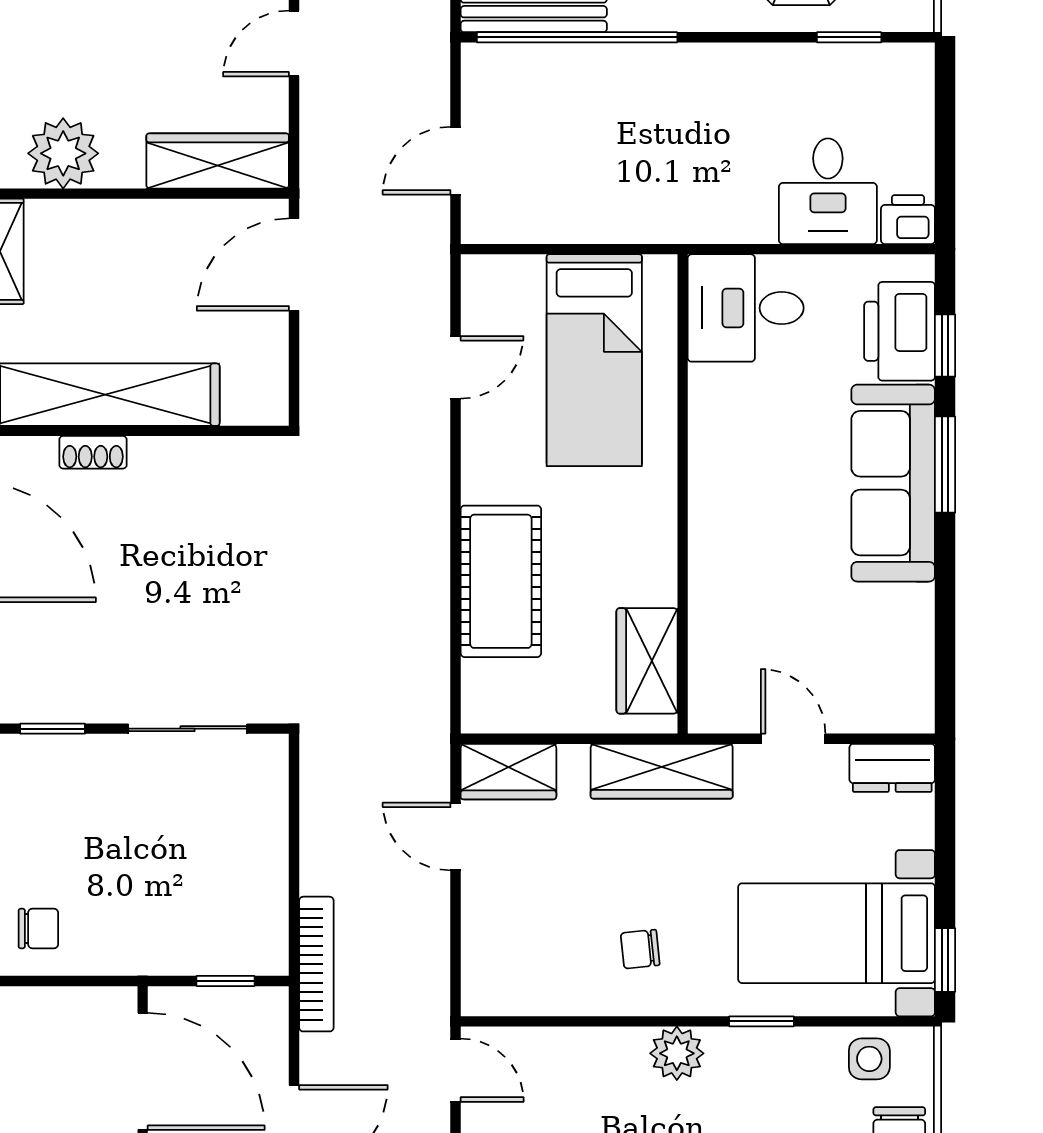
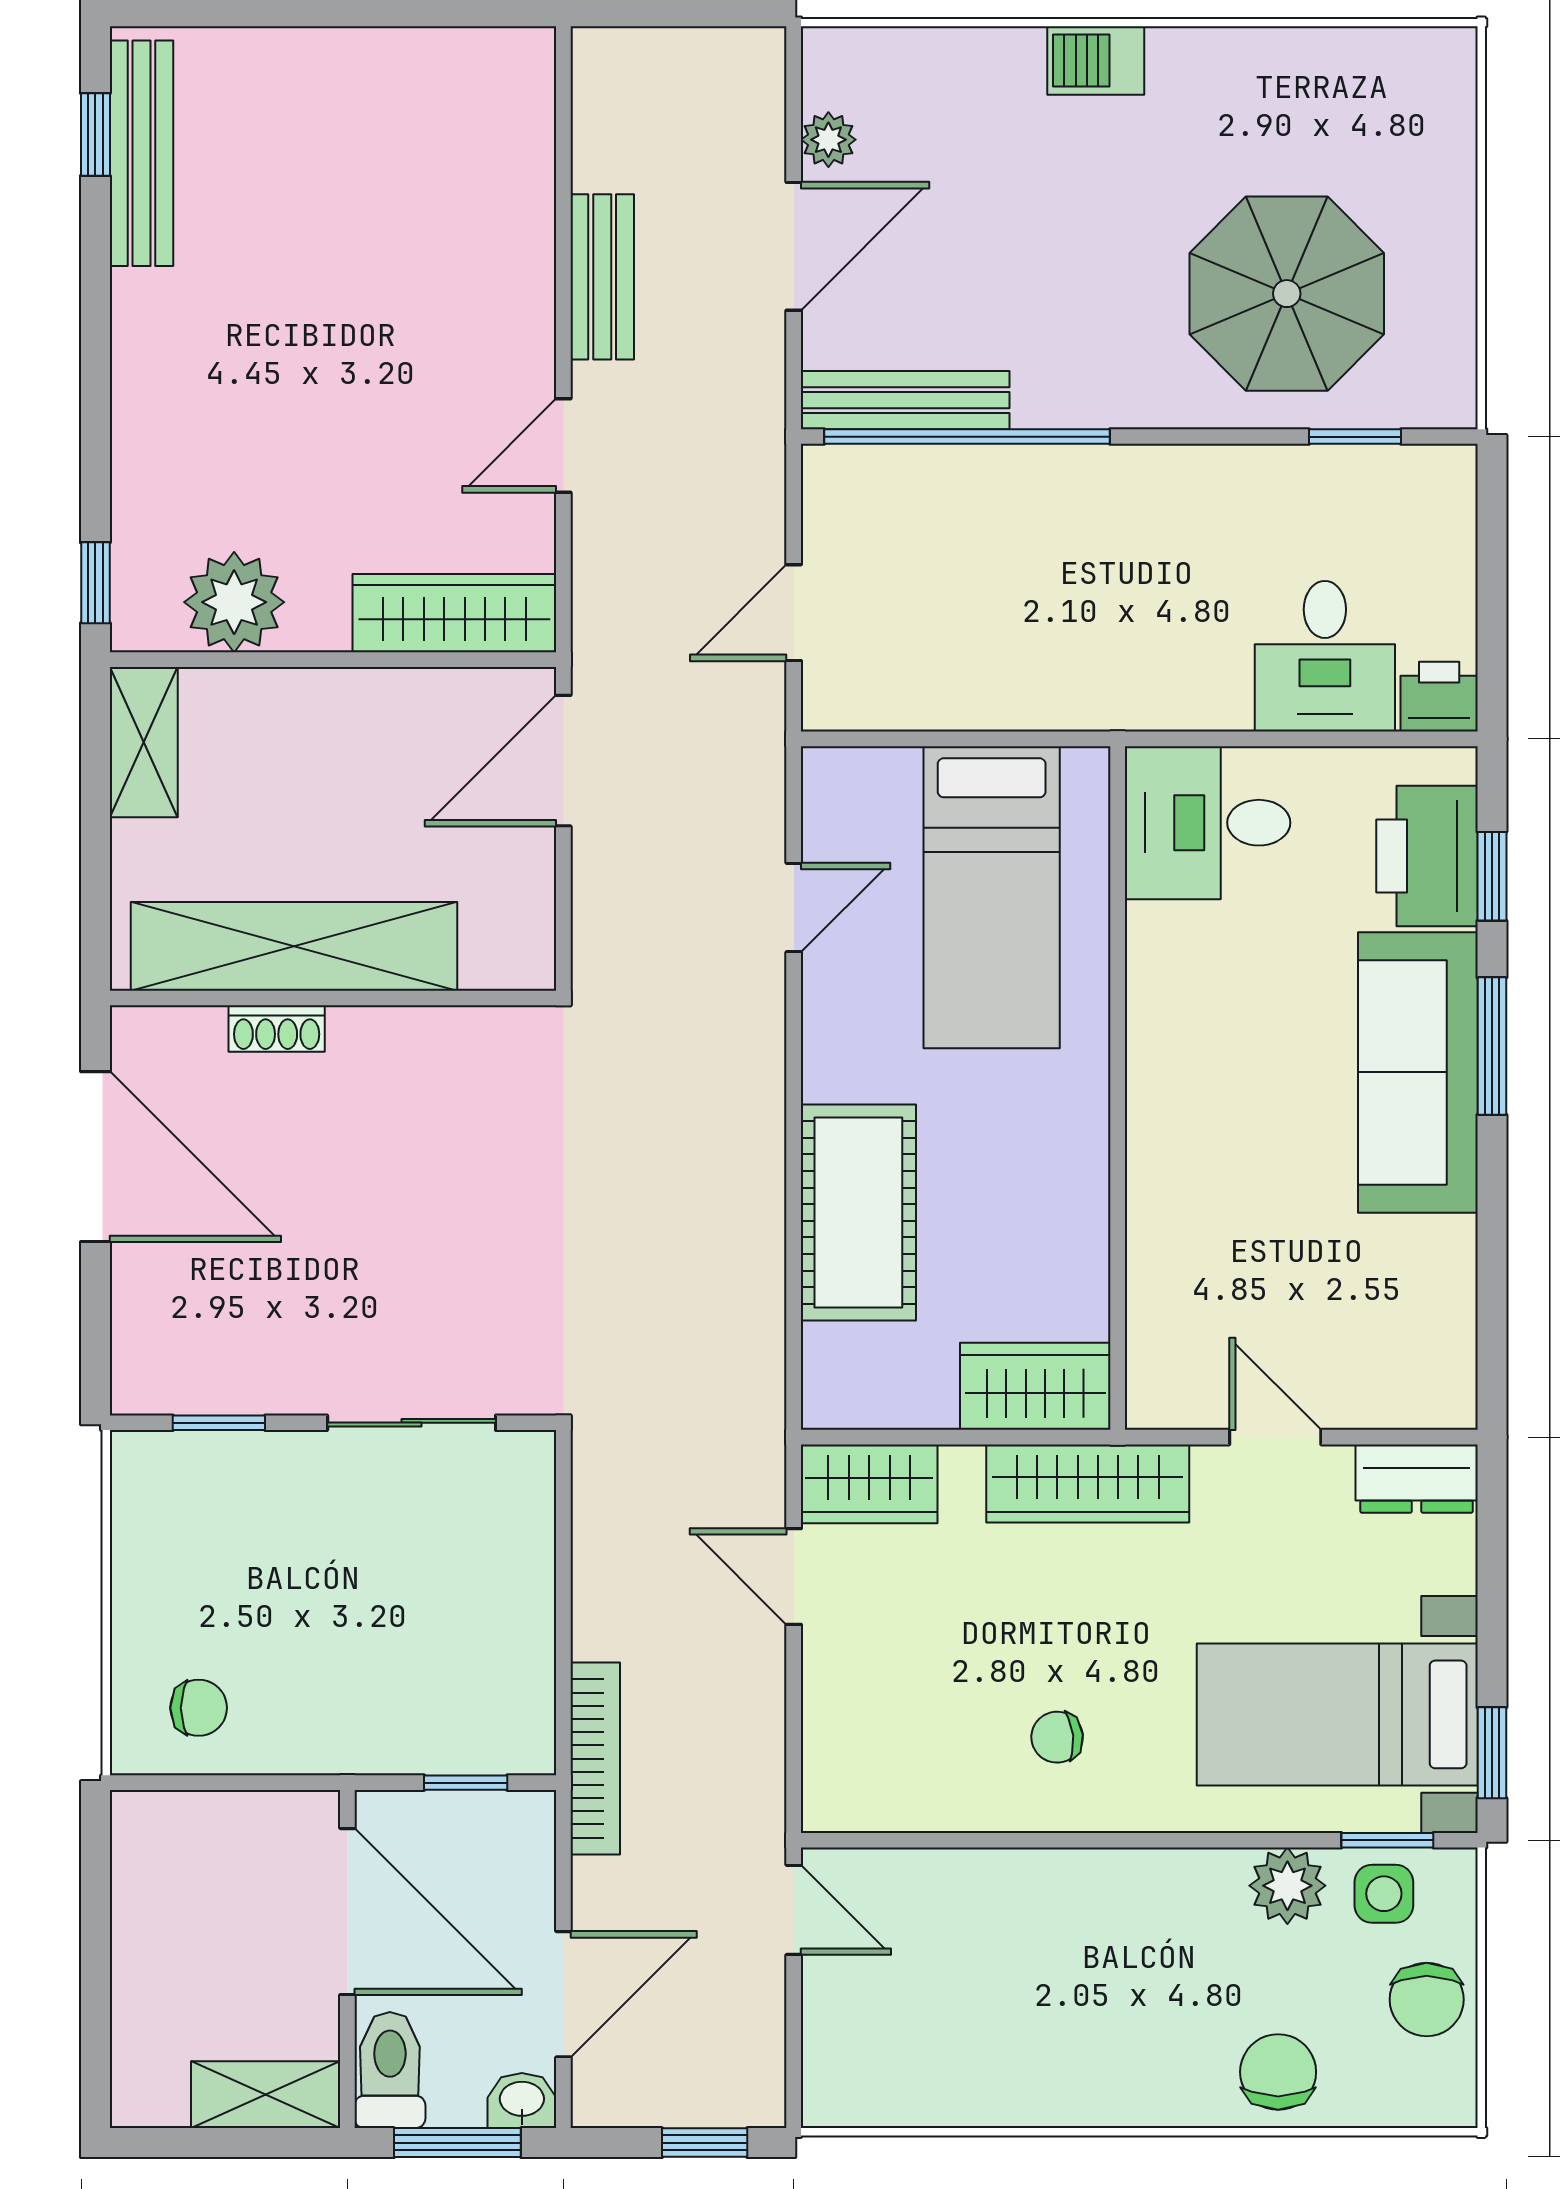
wardrobe: (647, 661) -> (1035, 1386), moved, turned 90
window: (761, 1021) -> (1387, 1840), moved
plant: (677, 1053) -> (1287, 1886), moved

